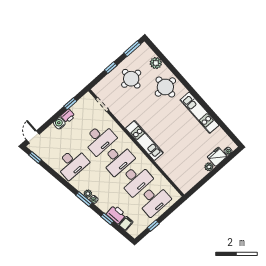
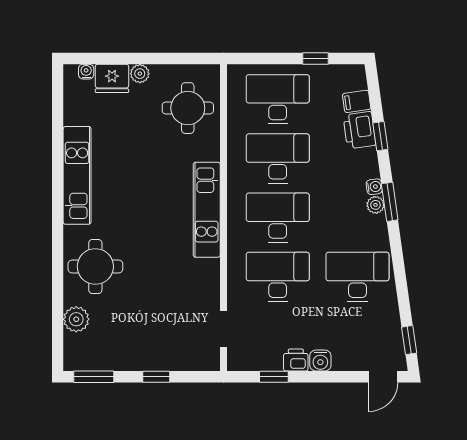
round table: (131, 79) -> (188, 108), moved

